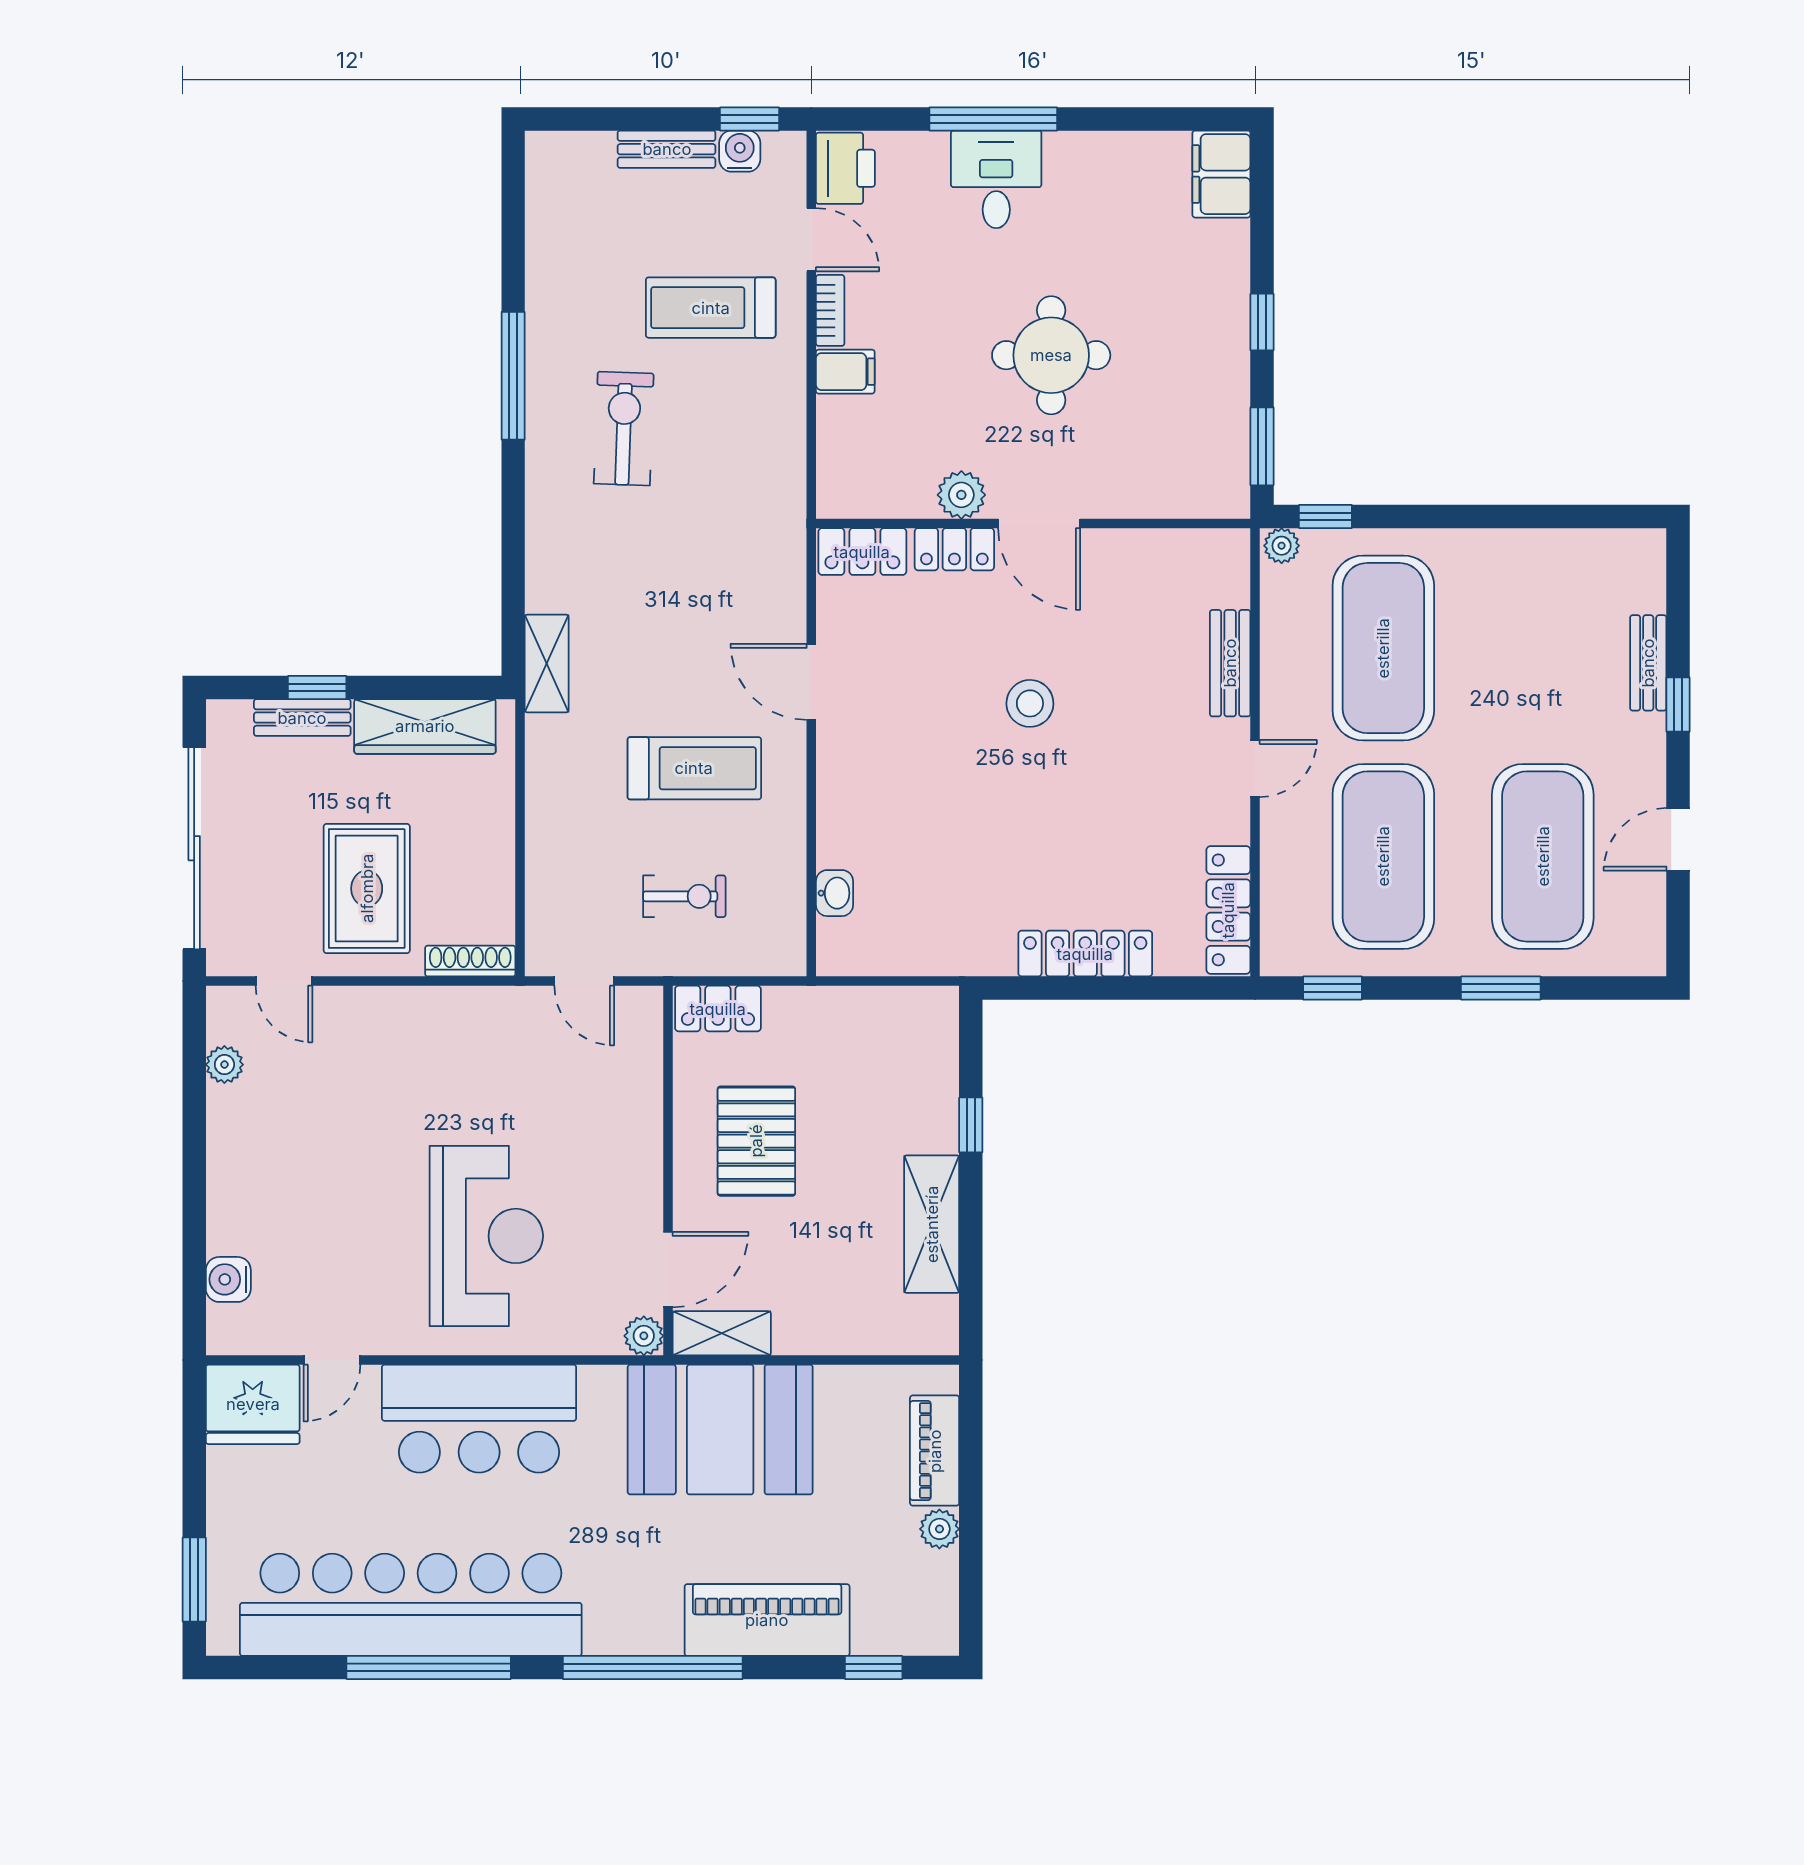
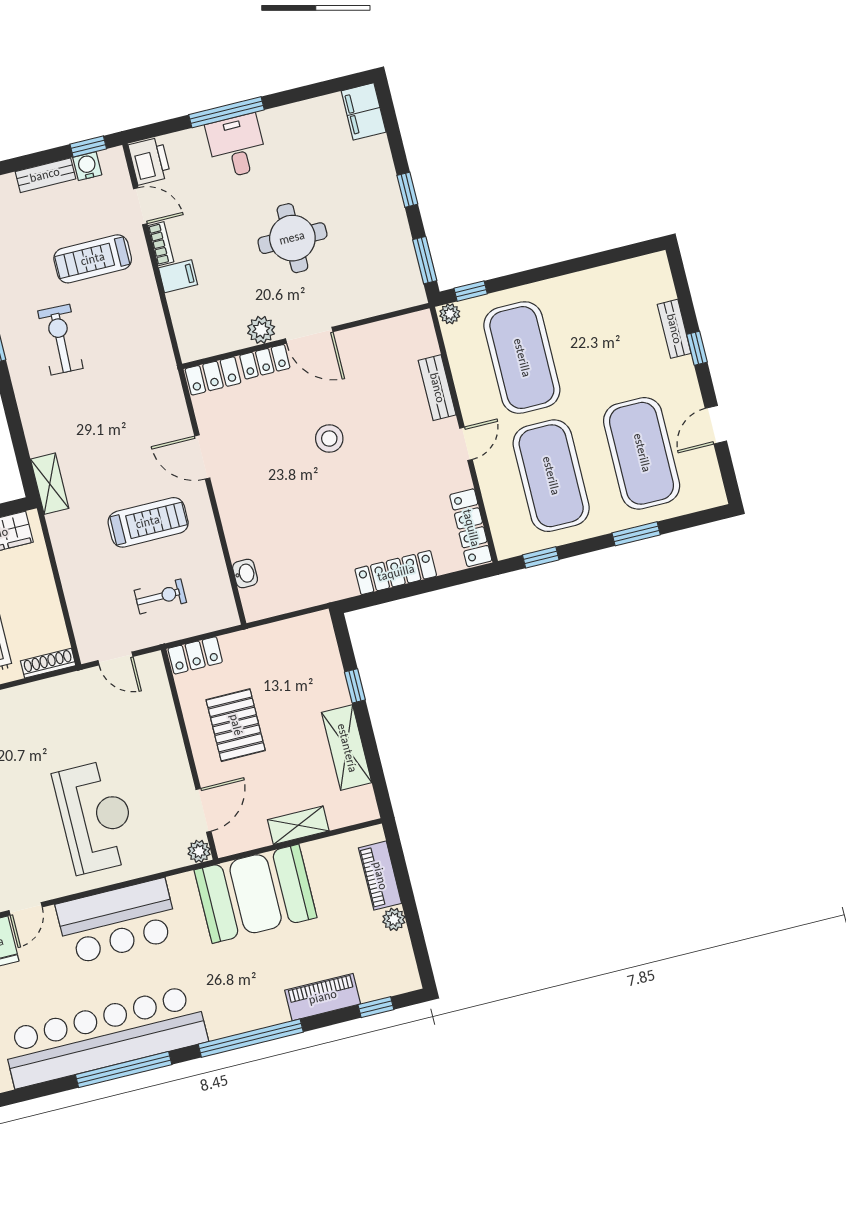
shelving: (722, 1333) -> (298, 825), moved
piano: (767, 1620) -> (323, 997), width x0.73, depth x0.75

